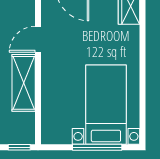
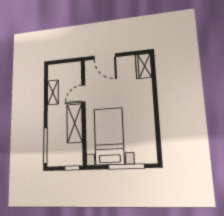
bed with nightstands: (106, 105) -> (109, 136), moved

